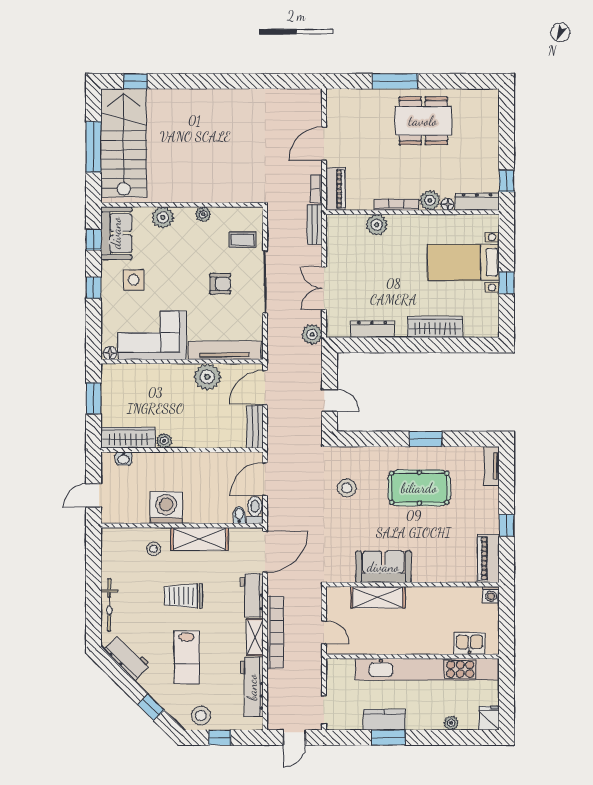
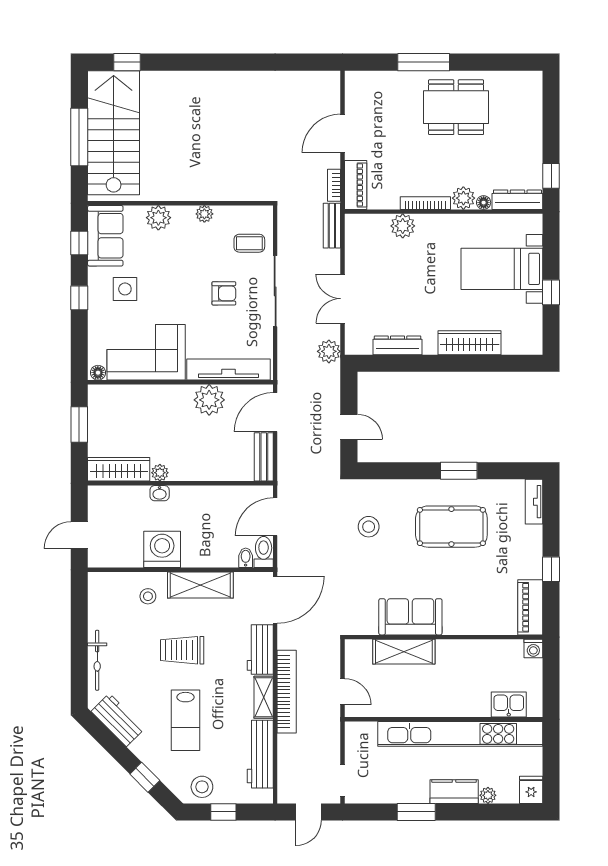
washbasin: (124, 459) -> (160, 493), moved
kitchen counter: (384, 720) -> (454, 792), moved

